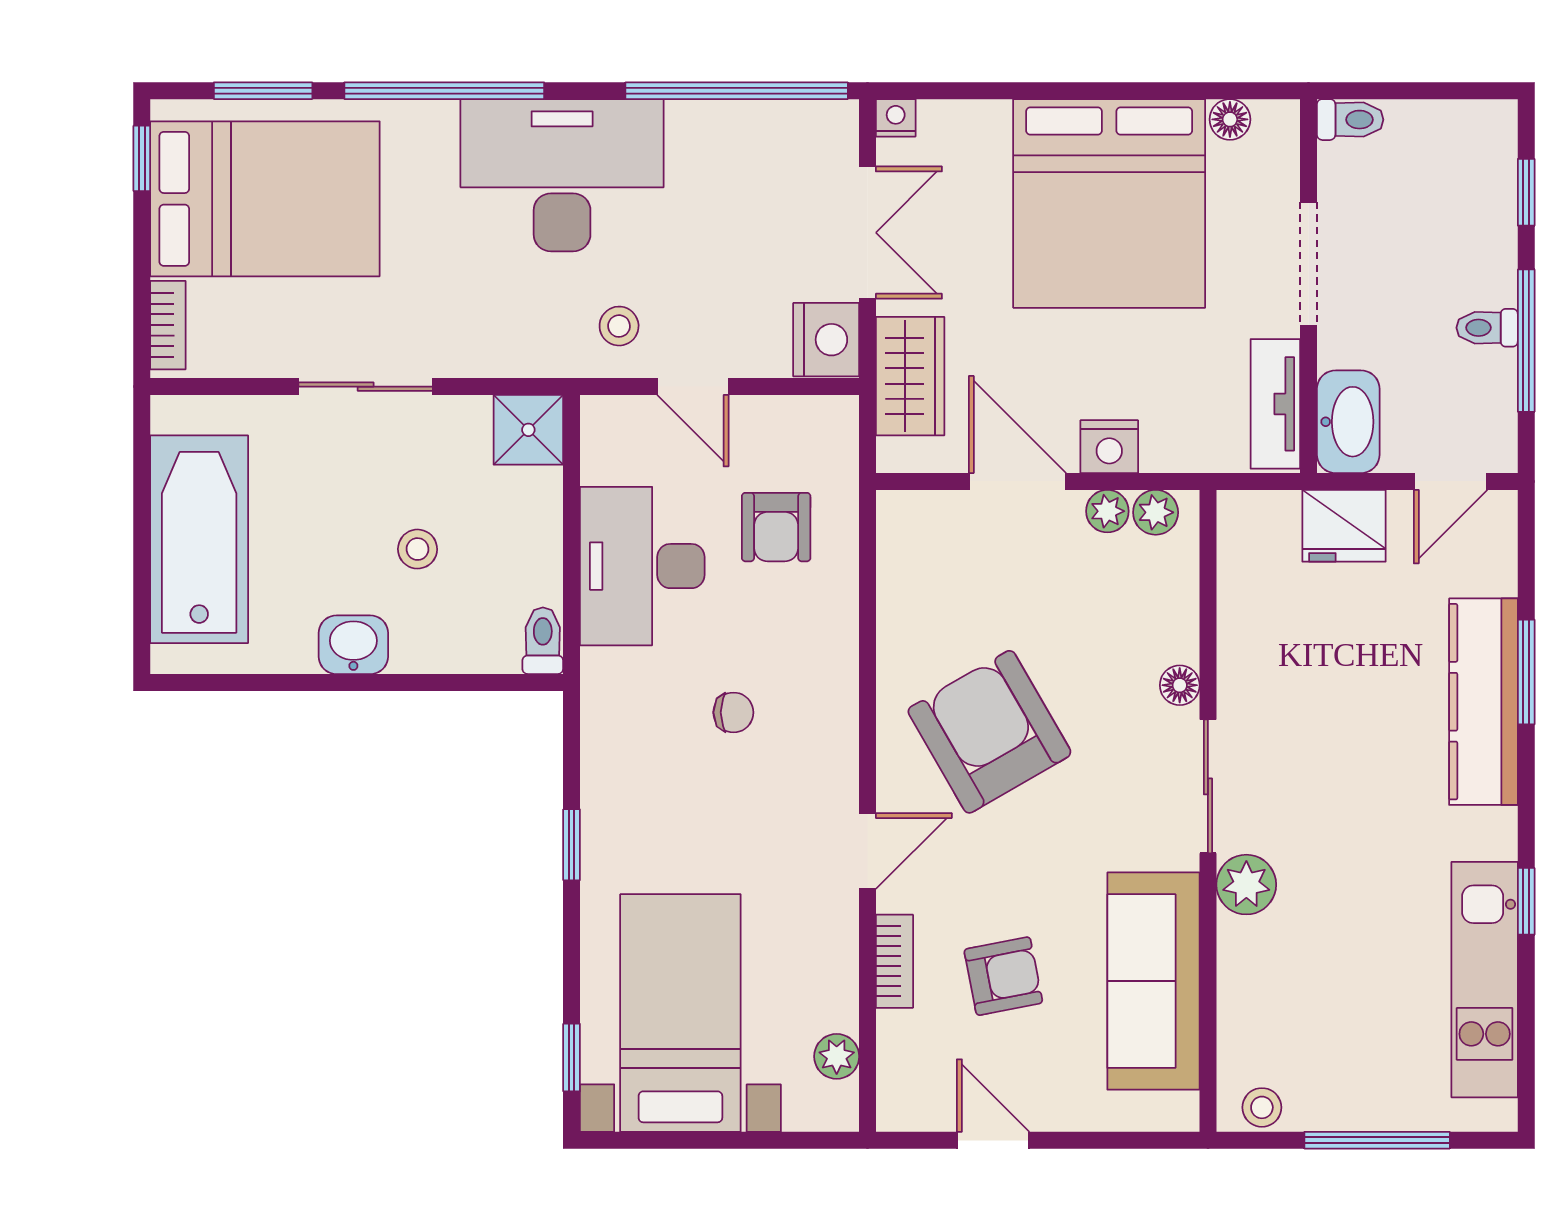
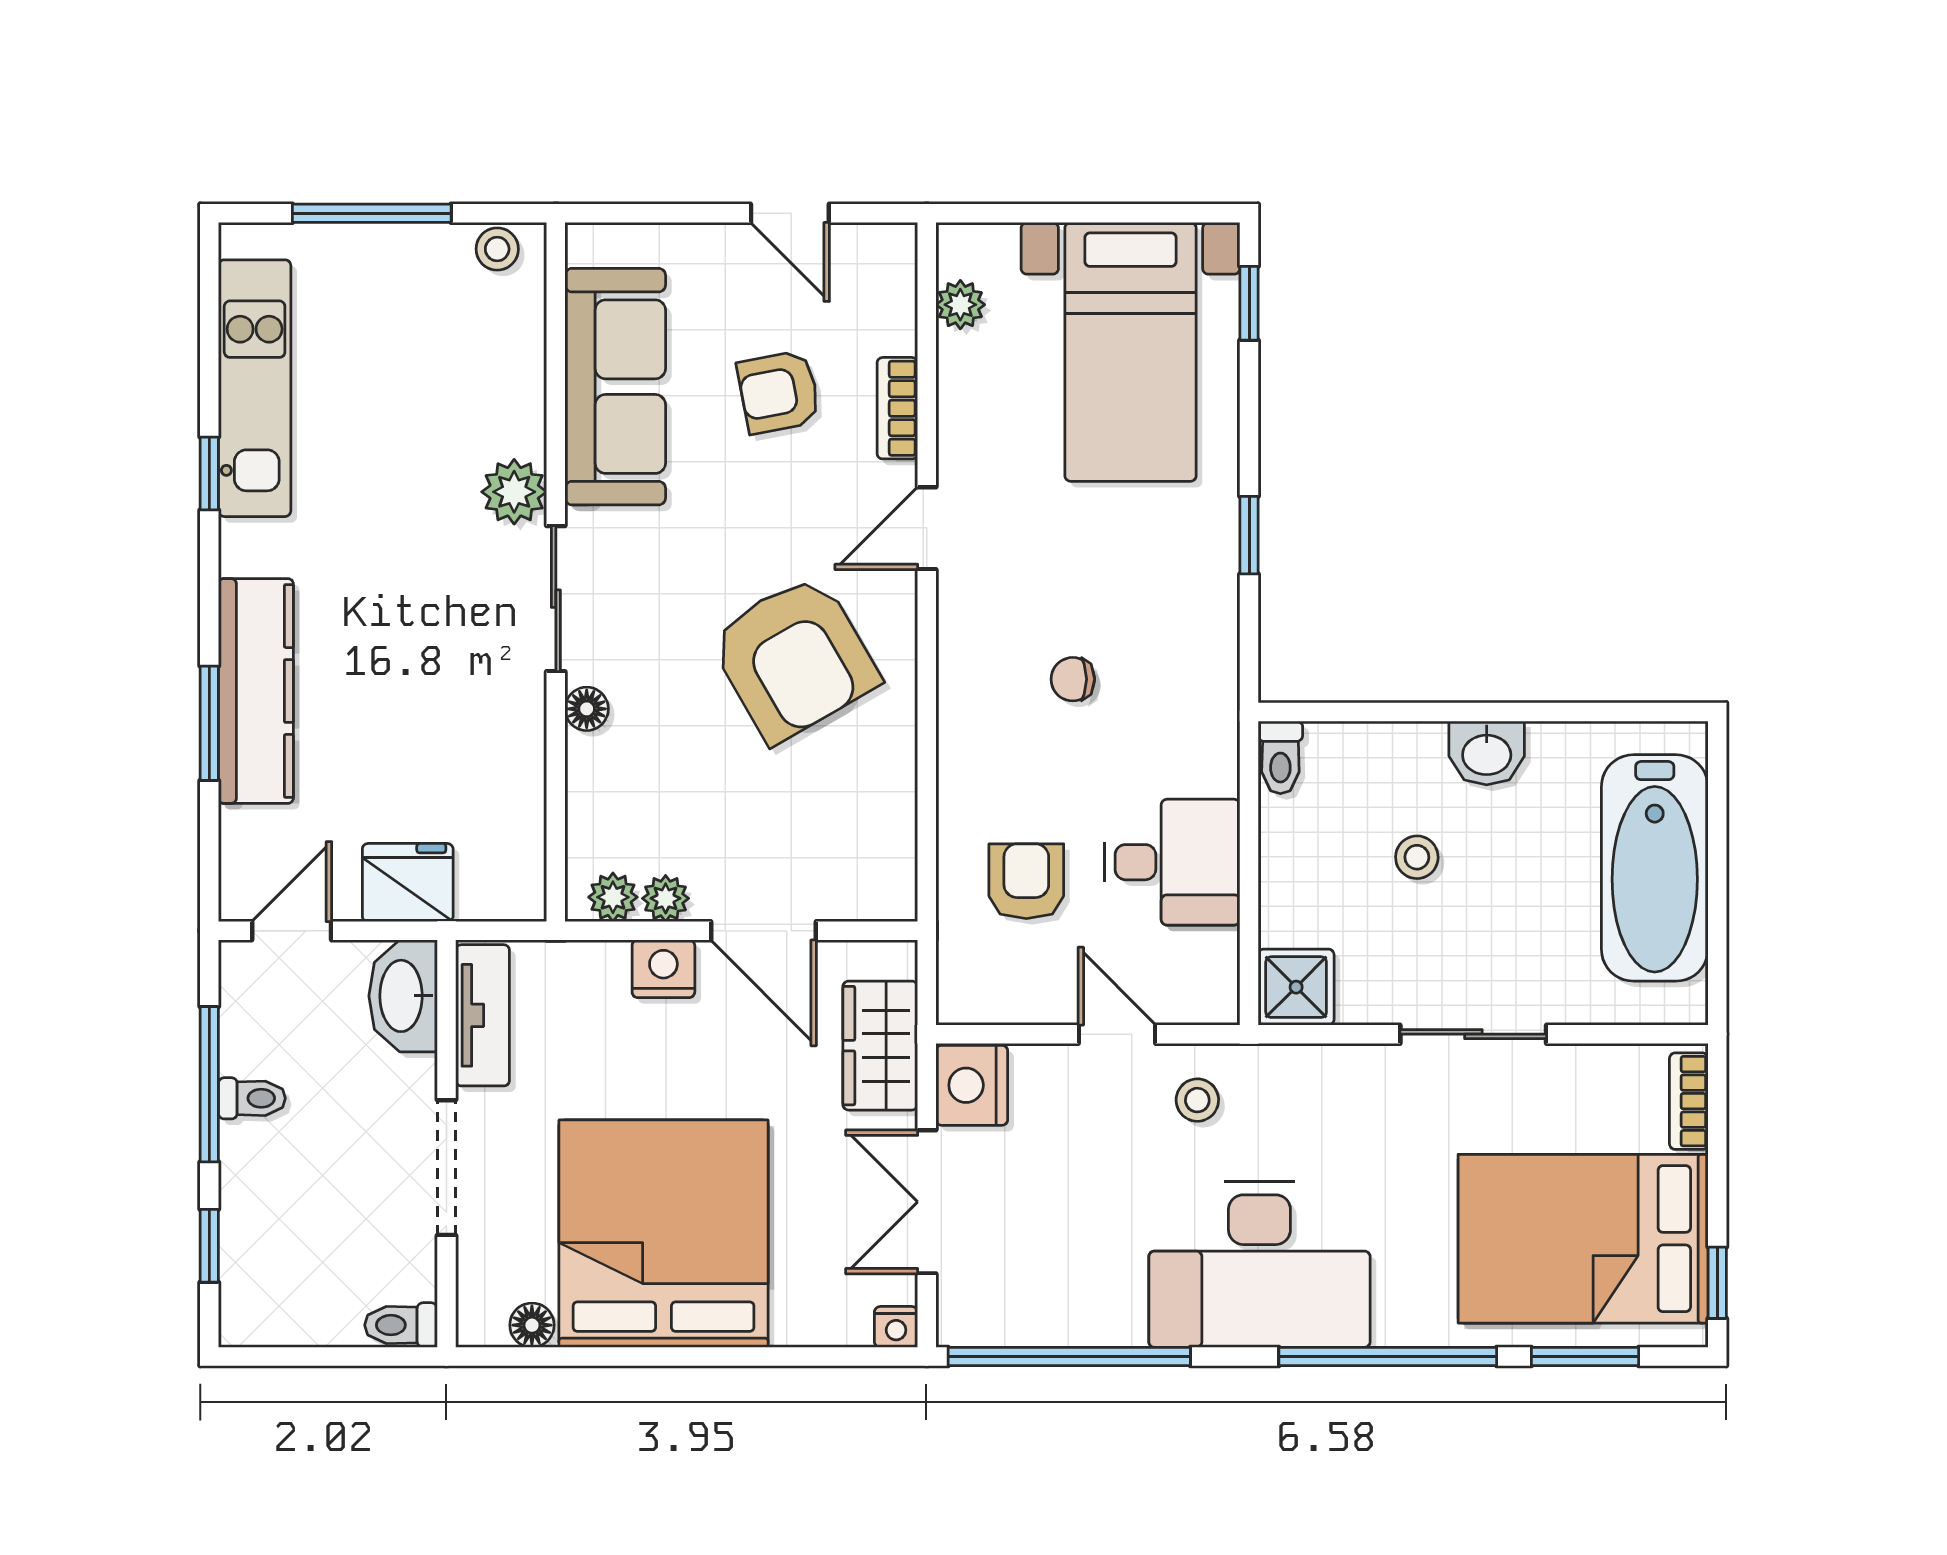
desk: (642, 566) -> (1172, 862), width x0.73

